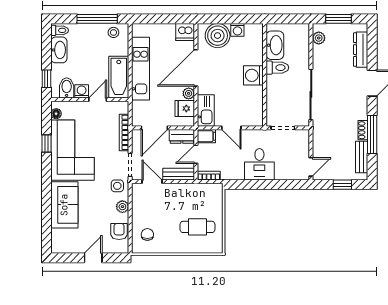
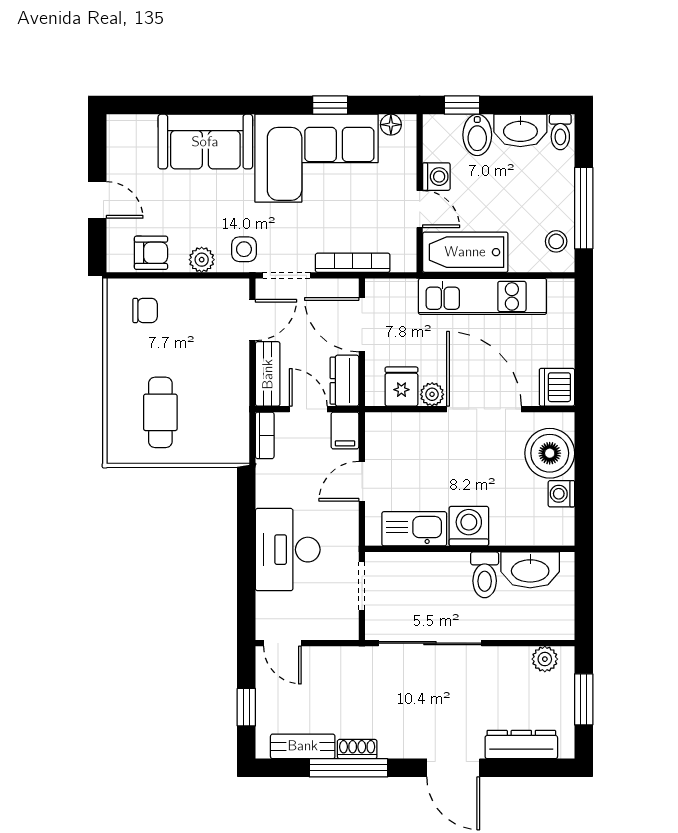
bidet: (67, 88) -> (477, 135), moved, turned 90
kitchen sink: (206, 111) -> (414, 529), moved, turned 180
desk: (259, 164) -> (288, 550), width x1.37

